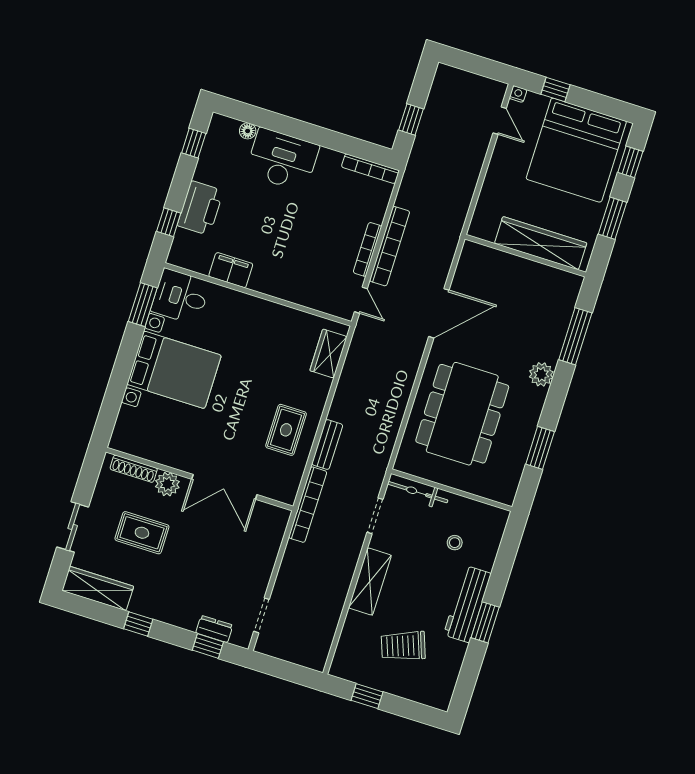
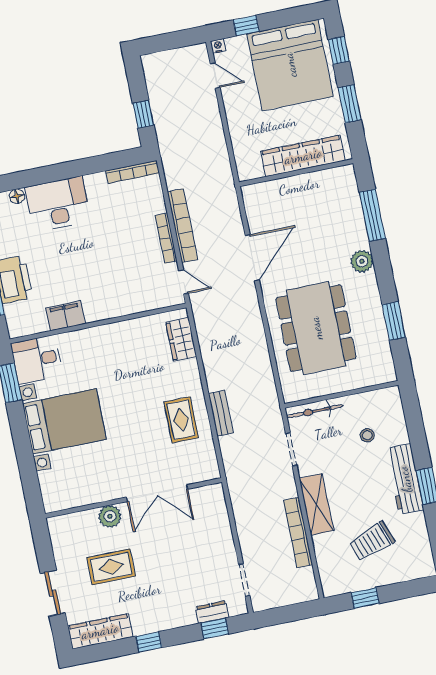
shoe rack: (134, 469) -> (76, 519), removed
bookcase: (308, 505) -> (298, 533), moved, turned 180

